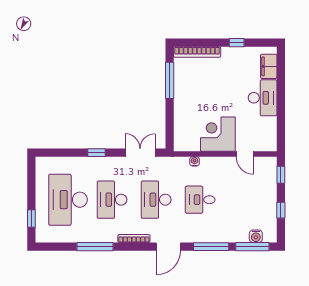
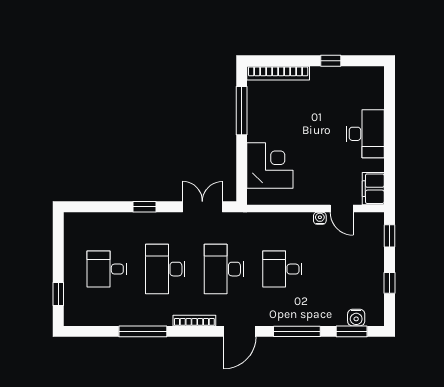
filing cabinet: (269, 66) -> (373, 189), moved
corner desk: (218, 134) -> (270, 166), moved, turned 90
water cooler: (195, 161) -> (320, 218), moved
desk: (68, 200) -> (107, 269), width x0.53, depth x0.77
window: (252, 247) -> (352, 331), width x0.69

